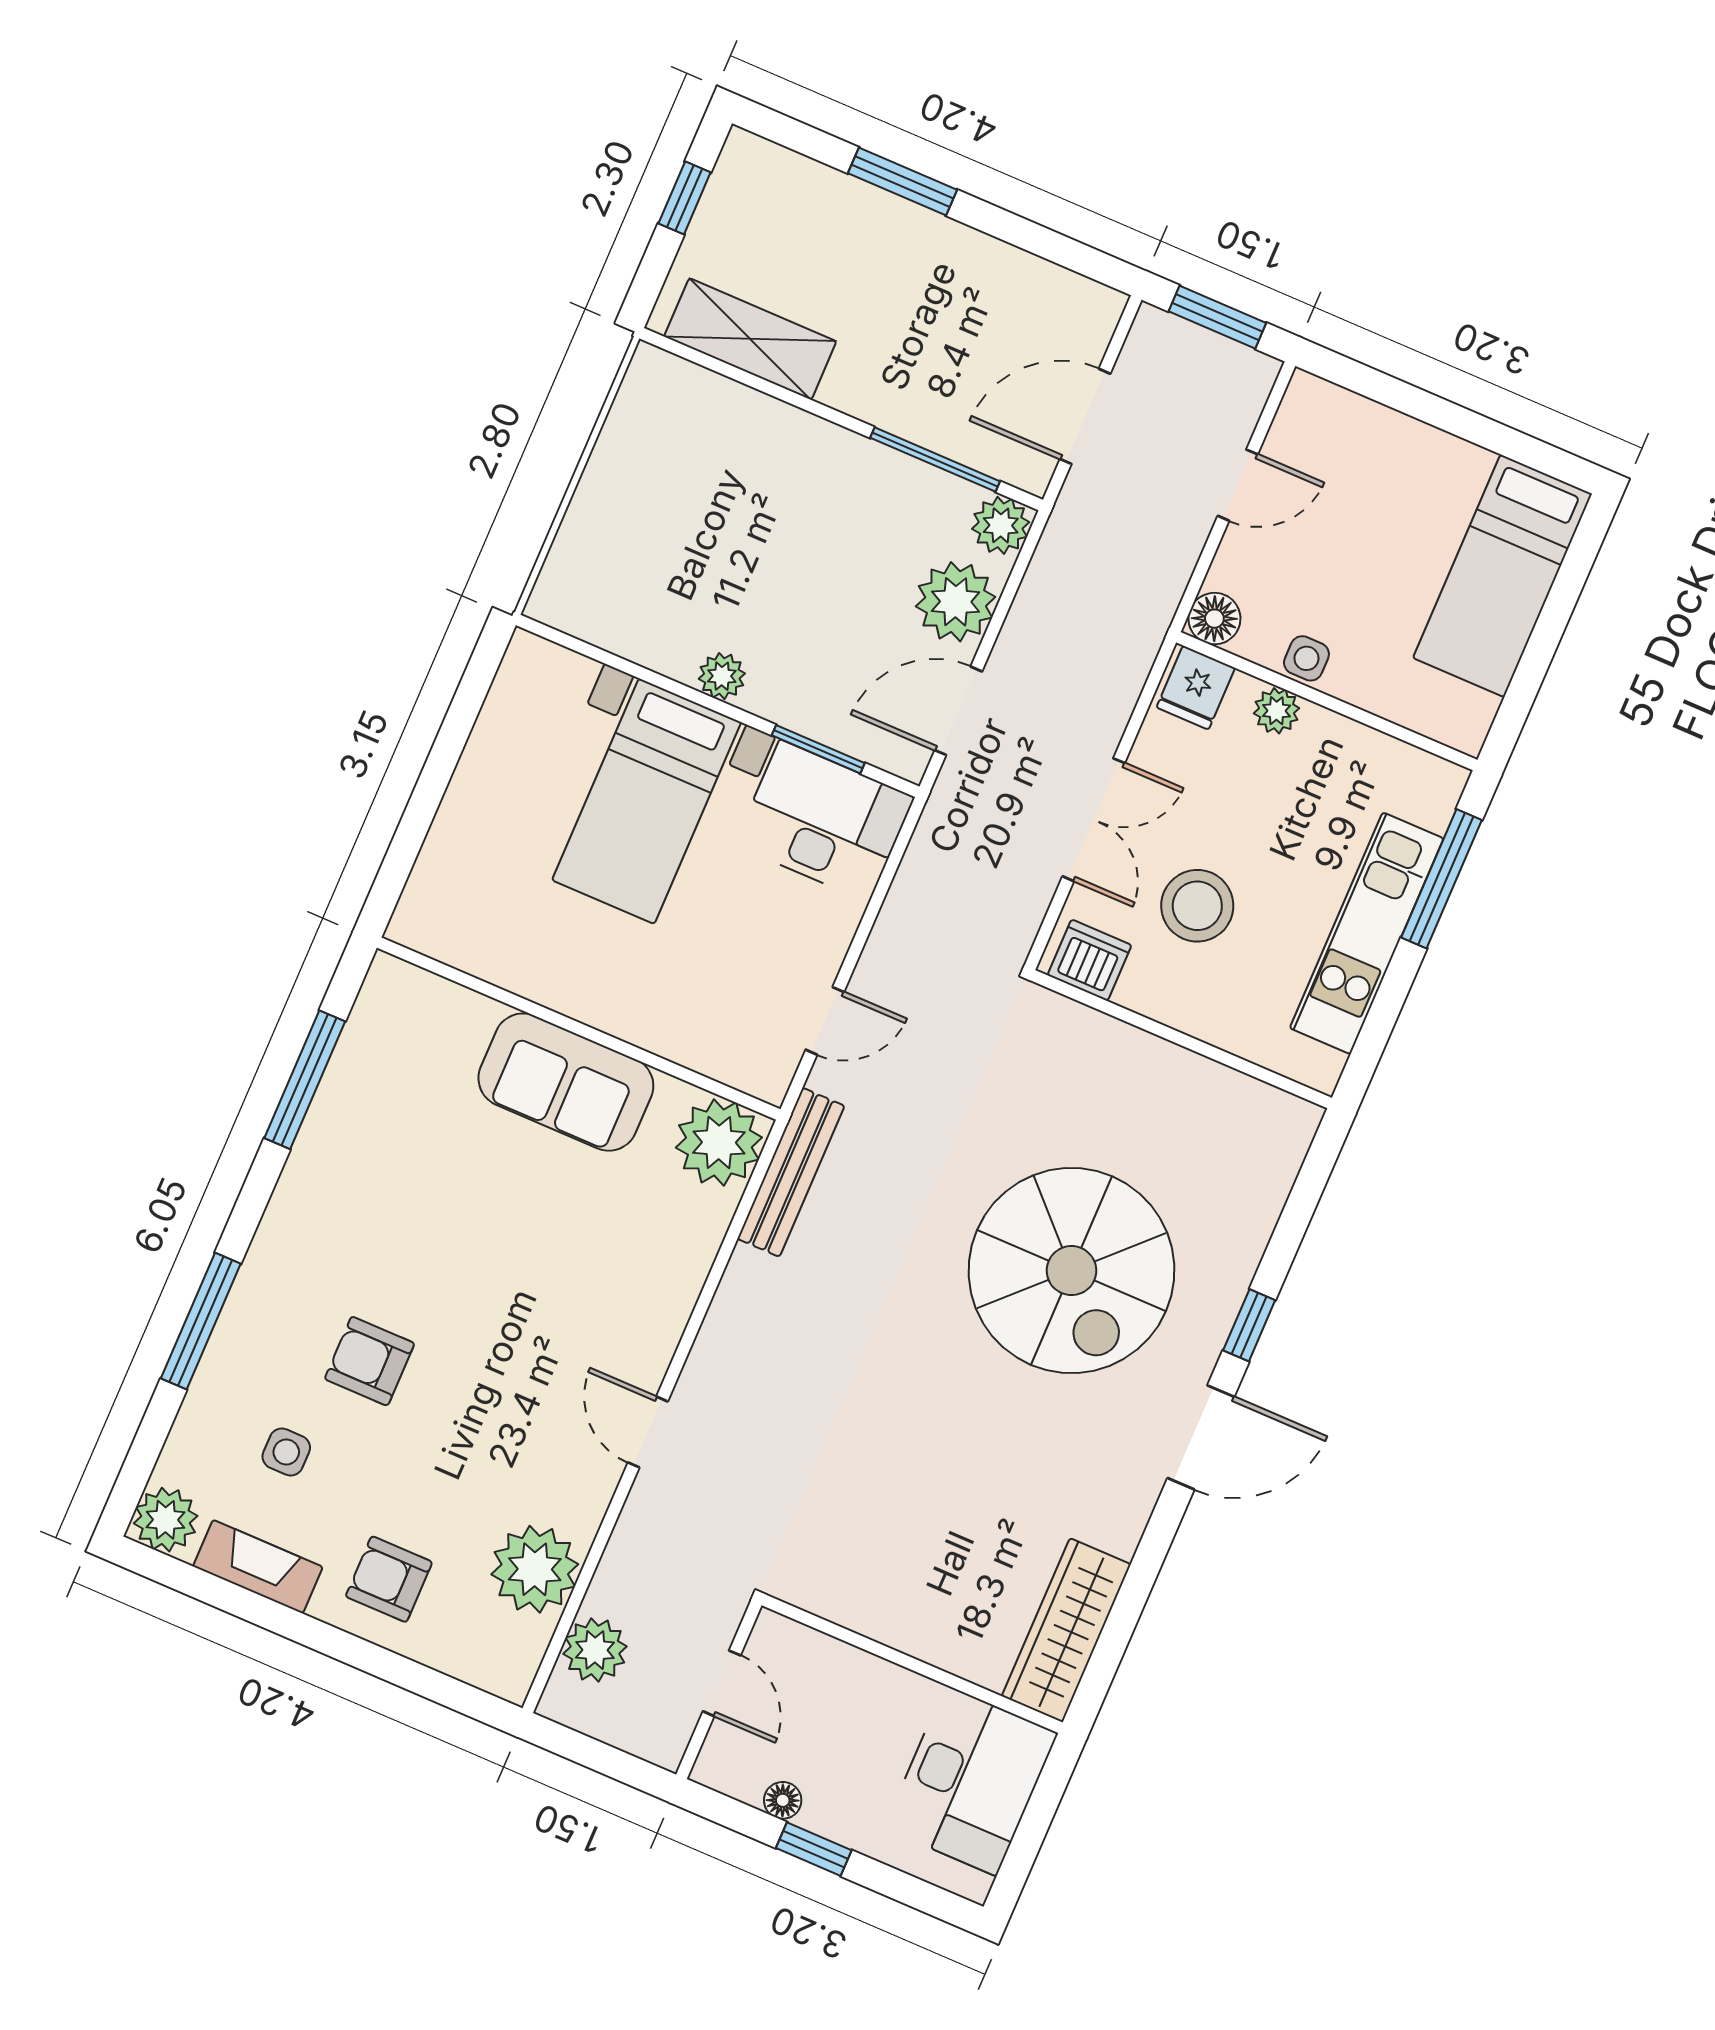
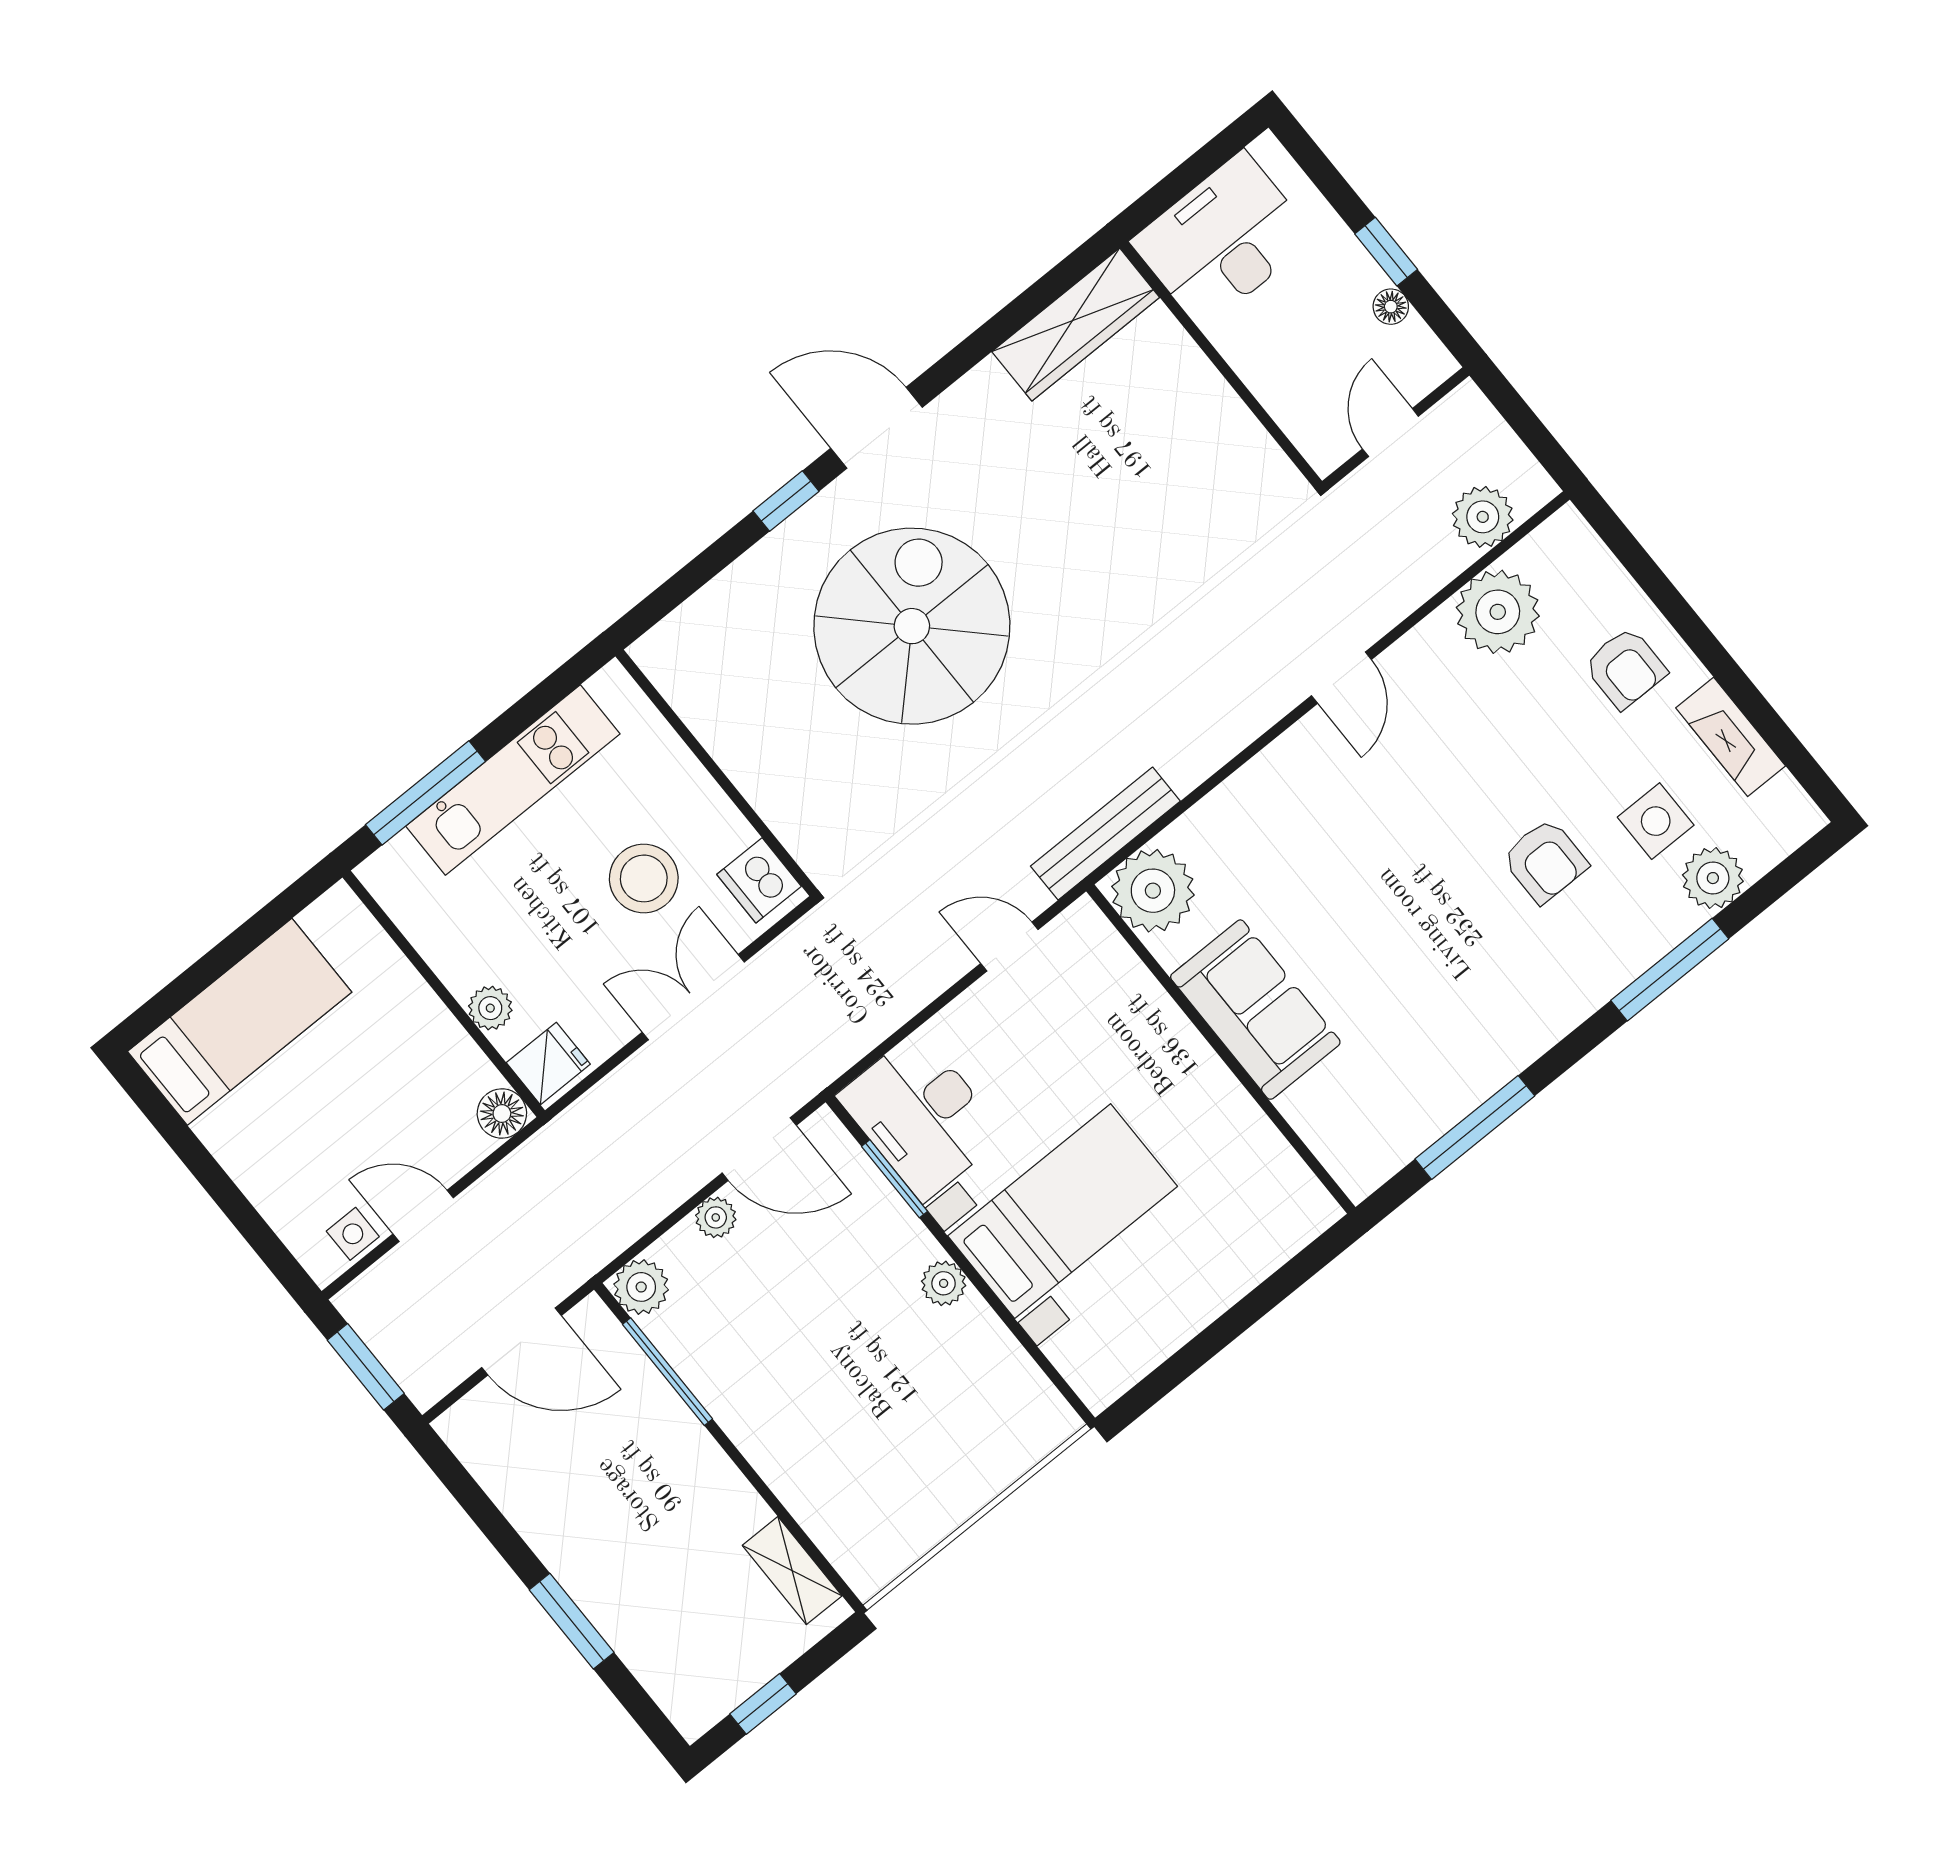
shelving: (750, 339) -> (792, 1571), width x0.67, depth x0.75
plant: (956, 602) -> (716, 1217), width x0.53, depth x0.53
side table: (1306, 658) -> (353, 1234), moved
side table: (286, 1452) -> (1656, 821), width x1.37, depth x1.37
plant: (166, 1520) -> (1713, 878), moved

